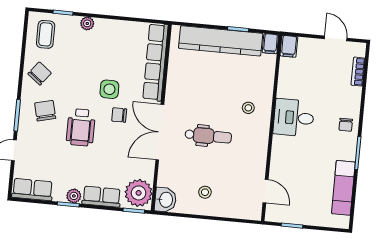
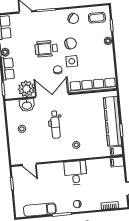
chair: (45, 111) -> (71, 43), moved
door: (266, 191) -> (29, 164), hinge flipped
plant: (139, 193) -> (26, 89), moved
washbasin: (165, 200) -> (27, 105), moved

